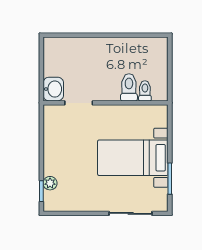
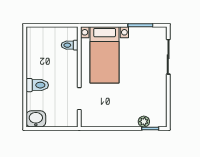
toilet: (129, 87) -> (37, 85), moved, turned 180
washbasin: (53, 89) -> (36, 119), moved
bed with nightstands: (133, 158) -> (105, 55), moved

